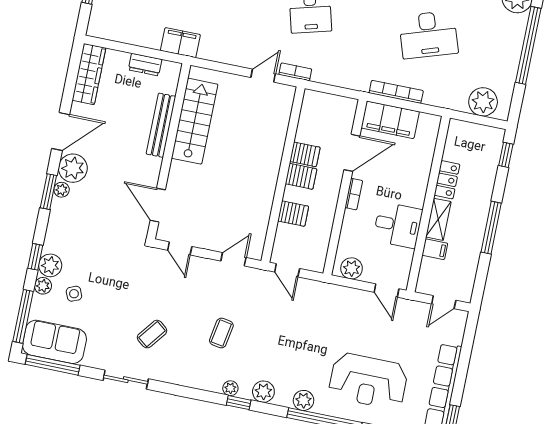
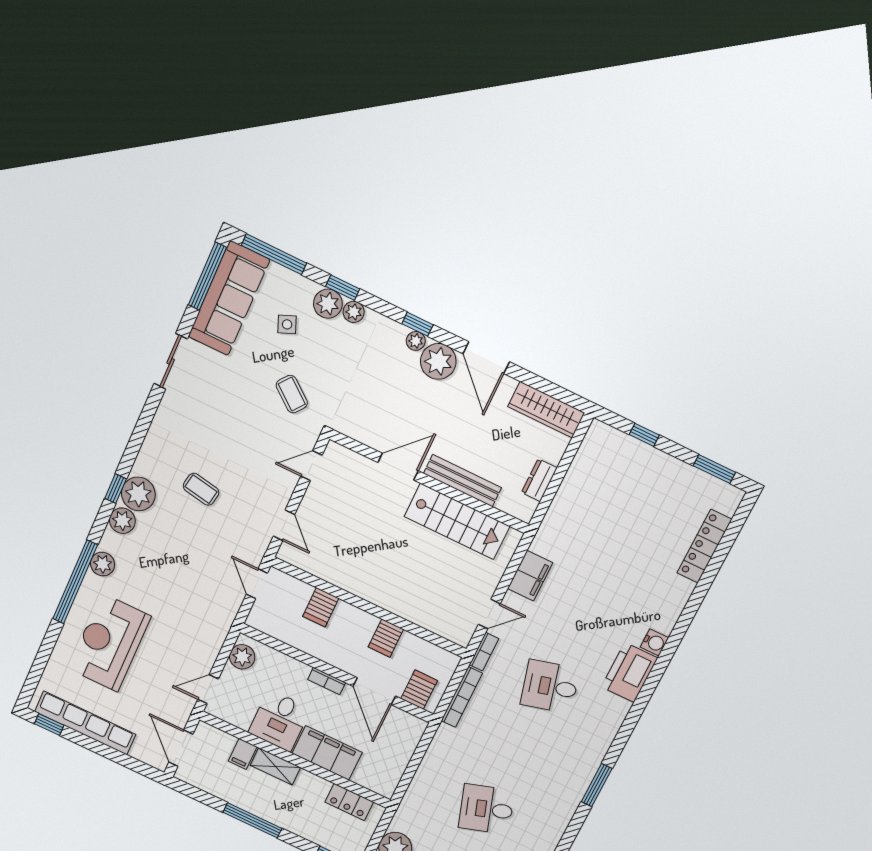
desk: (428, 35) -> (487, 809), width x0.73
filing cabinet: (180, 43) -> (530, 576), moved
door: (263, 76) -> (489, 614), hinge flipped
bookcase: (396, 92) -> (462, 697), moved
filing cabinet: (390, 120) -> (327, 753), moved, turned 90
server rack: (301, 176) -> (419, 690), moved, turned 180
locker: (447, 180) -> (349, 802), moved
window: (48, 192) -> (417, 324), width x0.67
door: (158, 205) -> (398, 467), moved
door: (287, 270) -> (257, 584), hinge flipped
plant: (43, 286) -> (354, 312), moved
door: (444, 302) -> (181, 748), width x1.38
coffee table: (152, 334) -> (292, 394), moved
sofa: (54, 342) -> (229, 298), width x1.36
plant: (230, 388) -> (138, 494), width x1.88, depth x1.88

